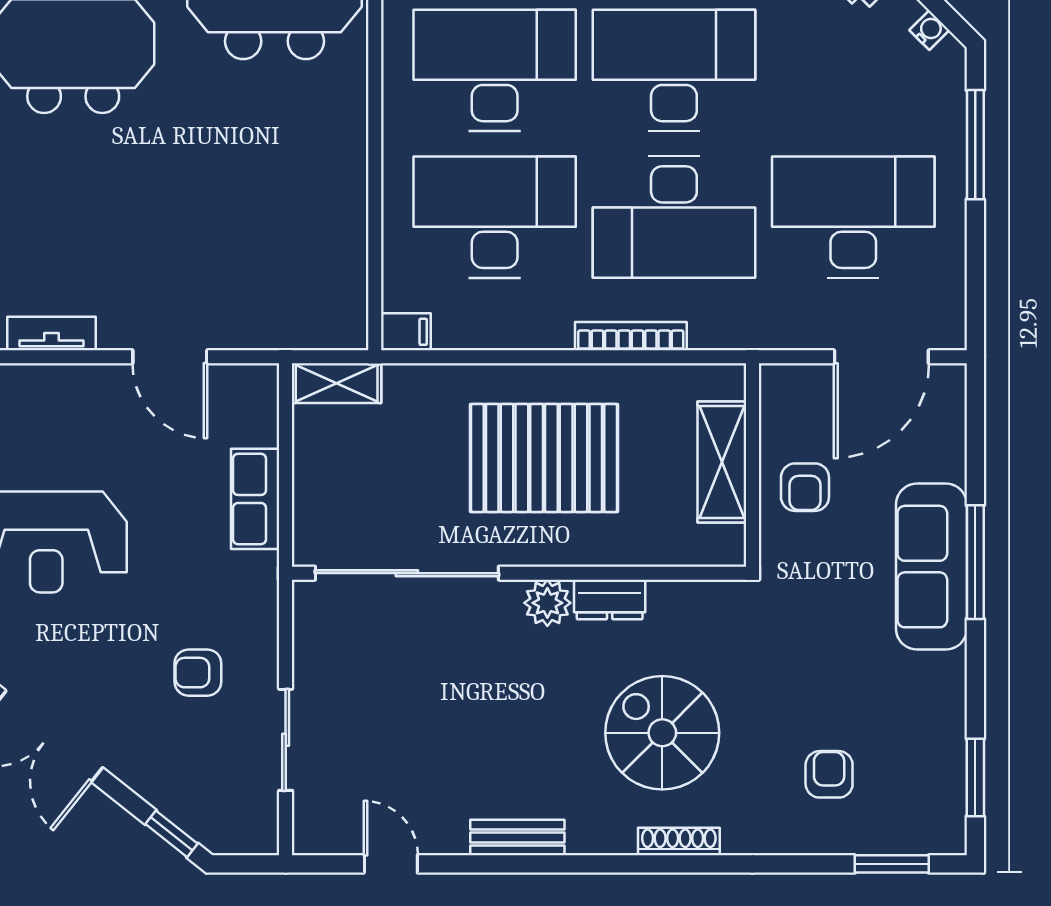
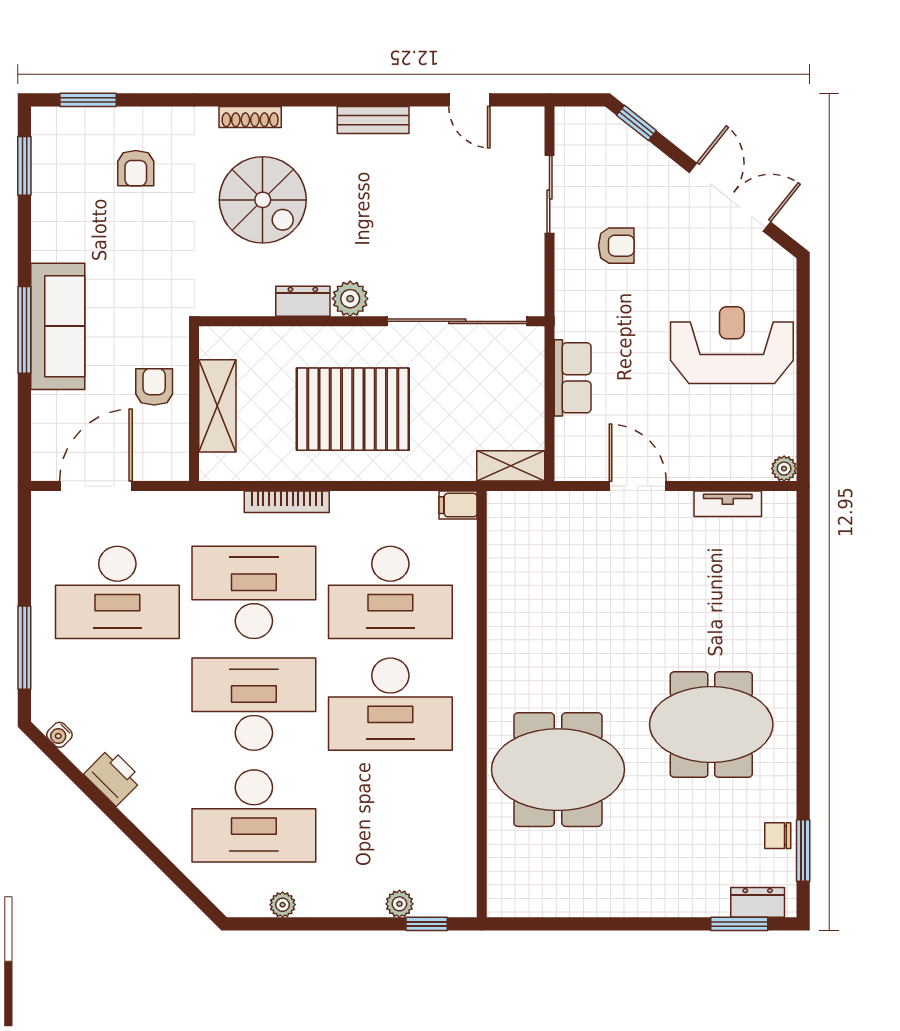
desk: (674, 70) -> (254, 704), turned 180

